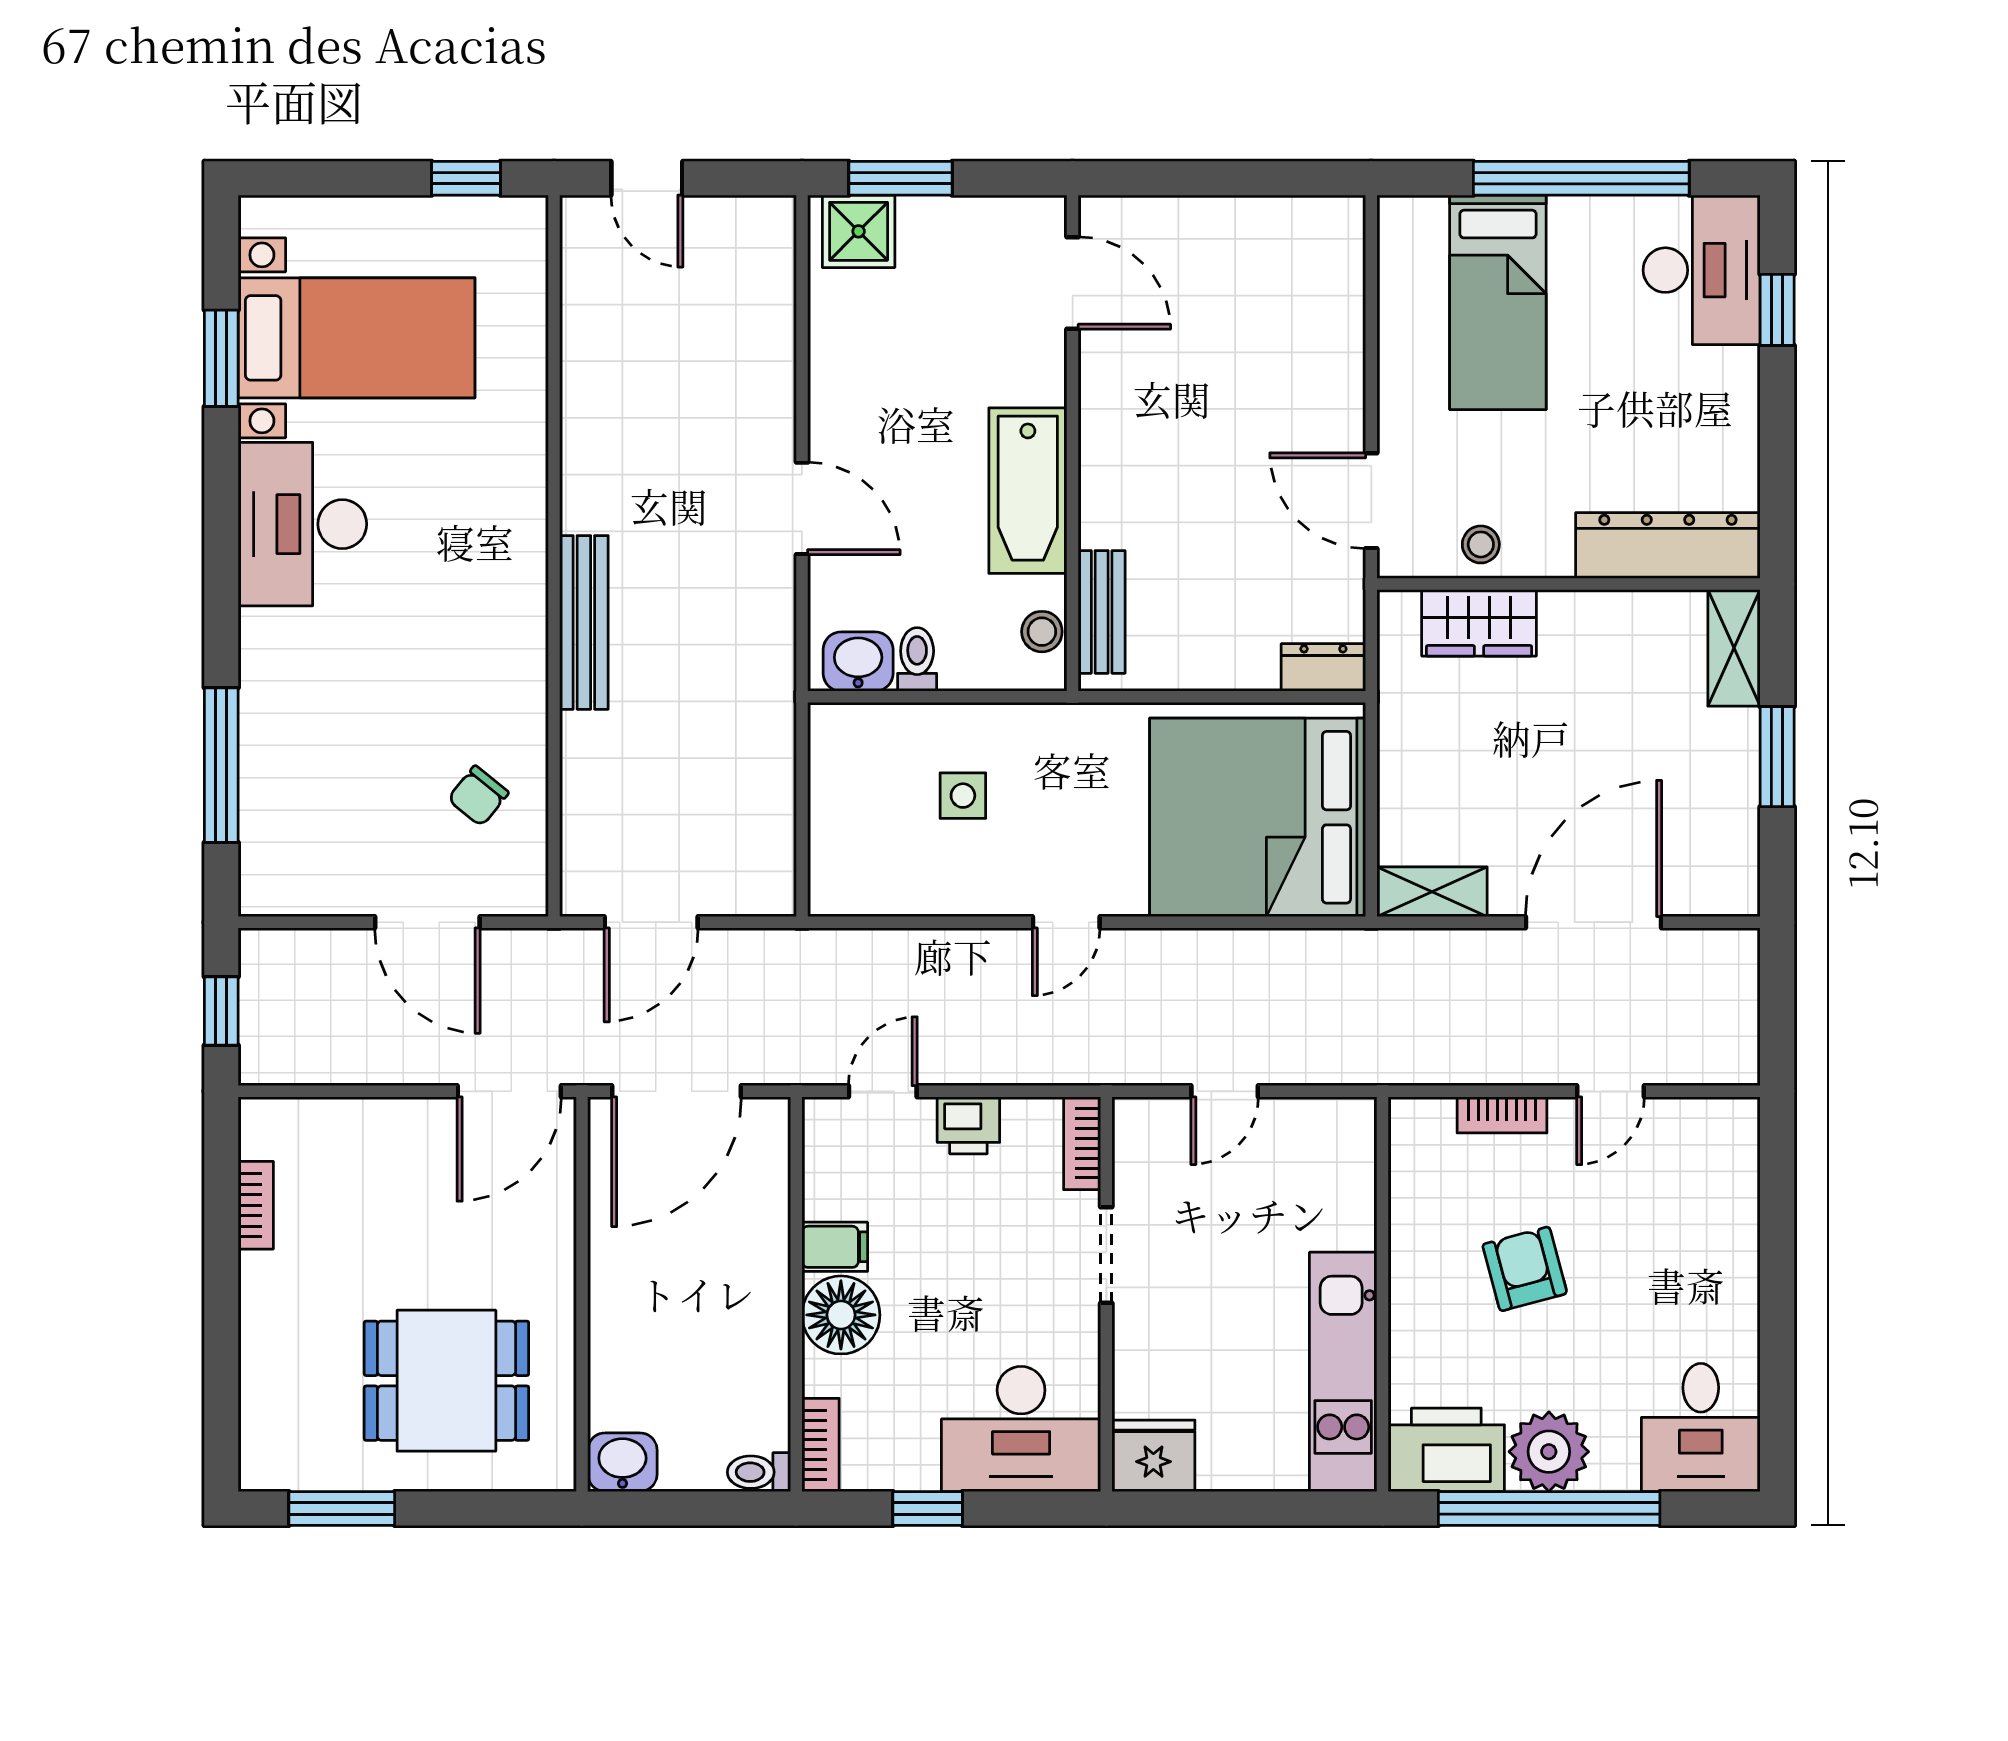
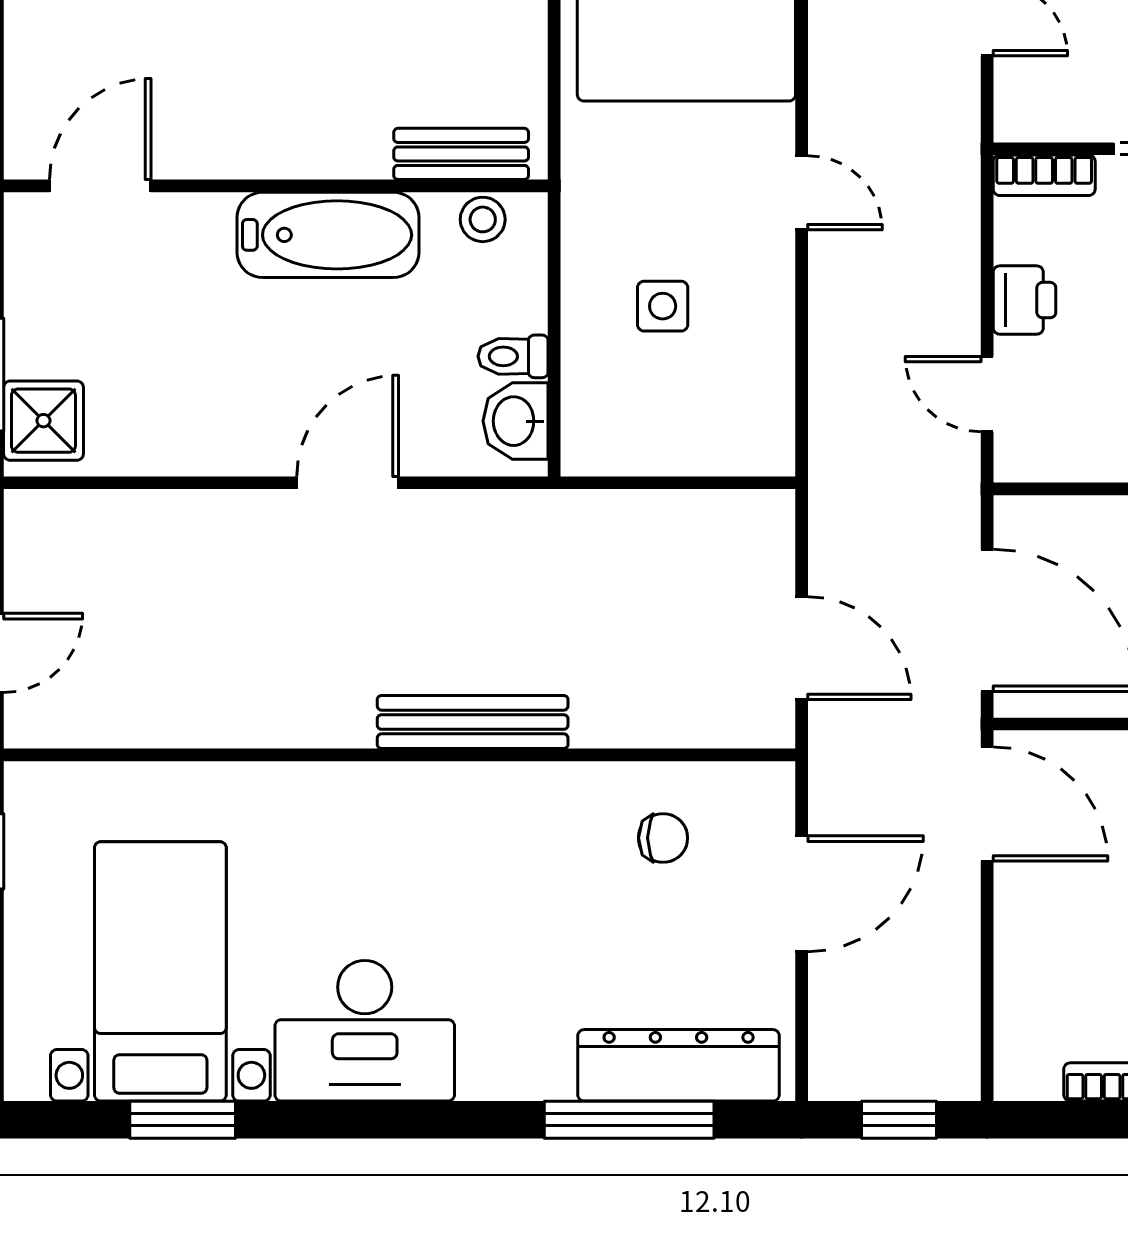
chair: (478, 796) -> (663, 838), turned -39
dresser: (271, 810) -> (679, 1065), added

